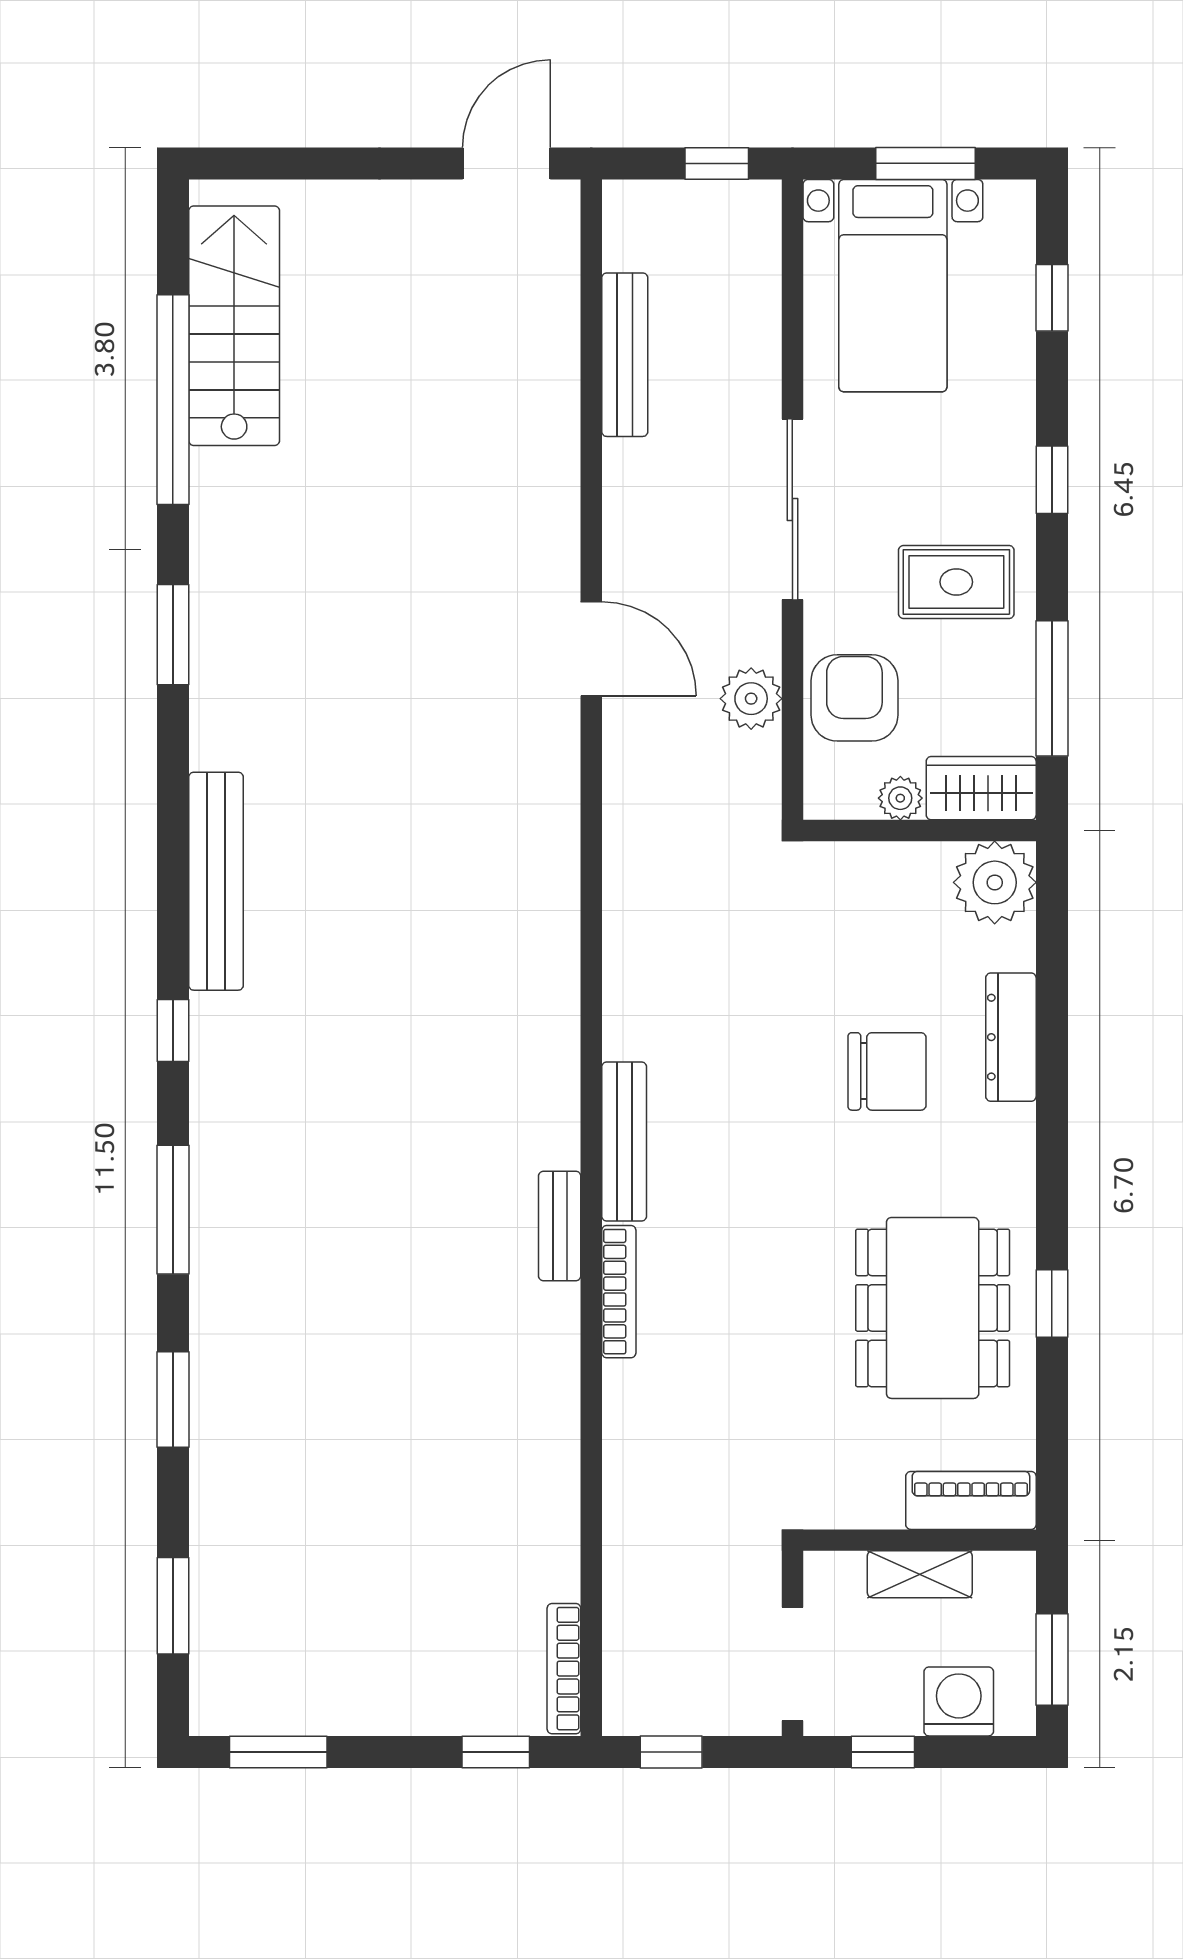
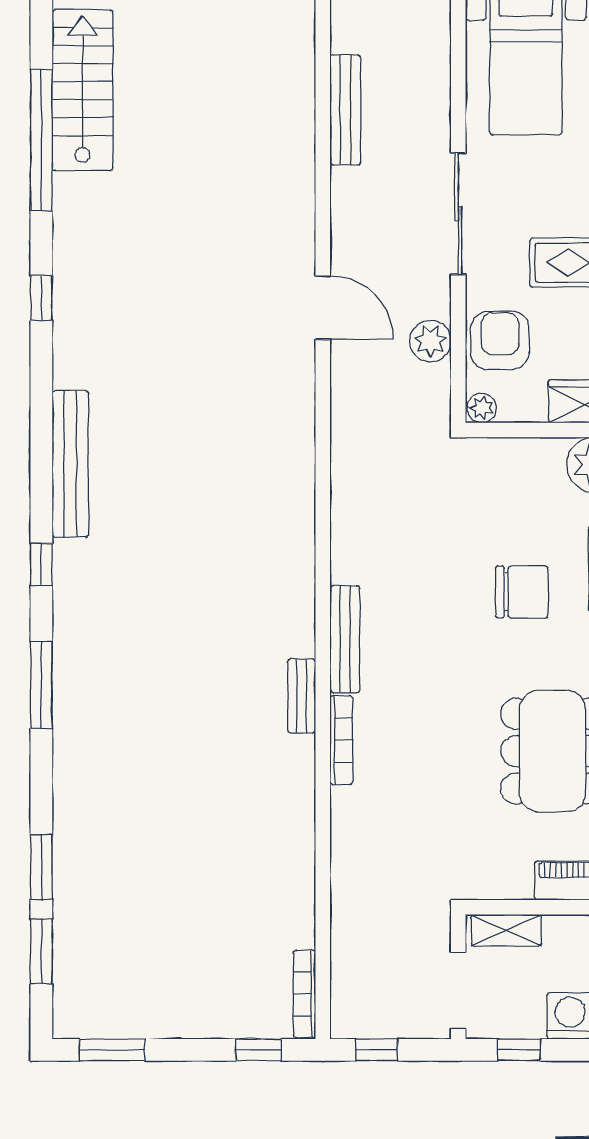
window: (173, 635) -> (41, 298), width x0.67
plant: (900, 798) -> (482, 408), moved
window: (173, 1399) -> (41, 867), moved
shelving: (920, 1574) -> (506, 930), moved

